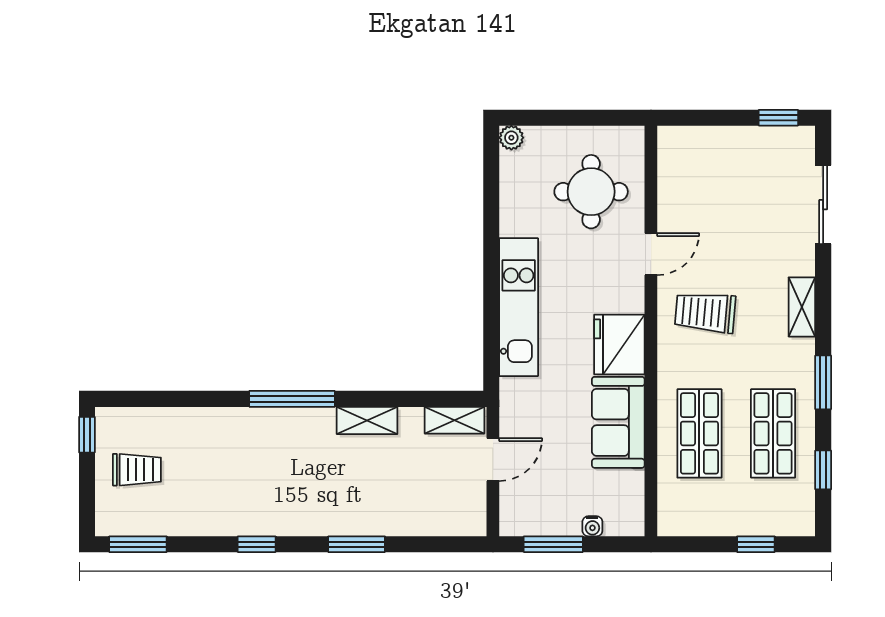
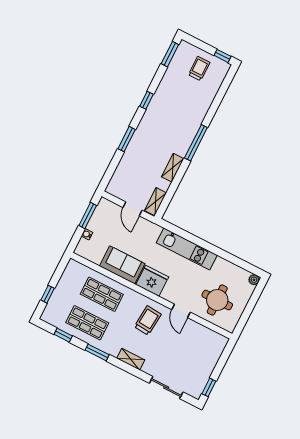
trolley: (137, 470) -> (199, 68), turned 180

